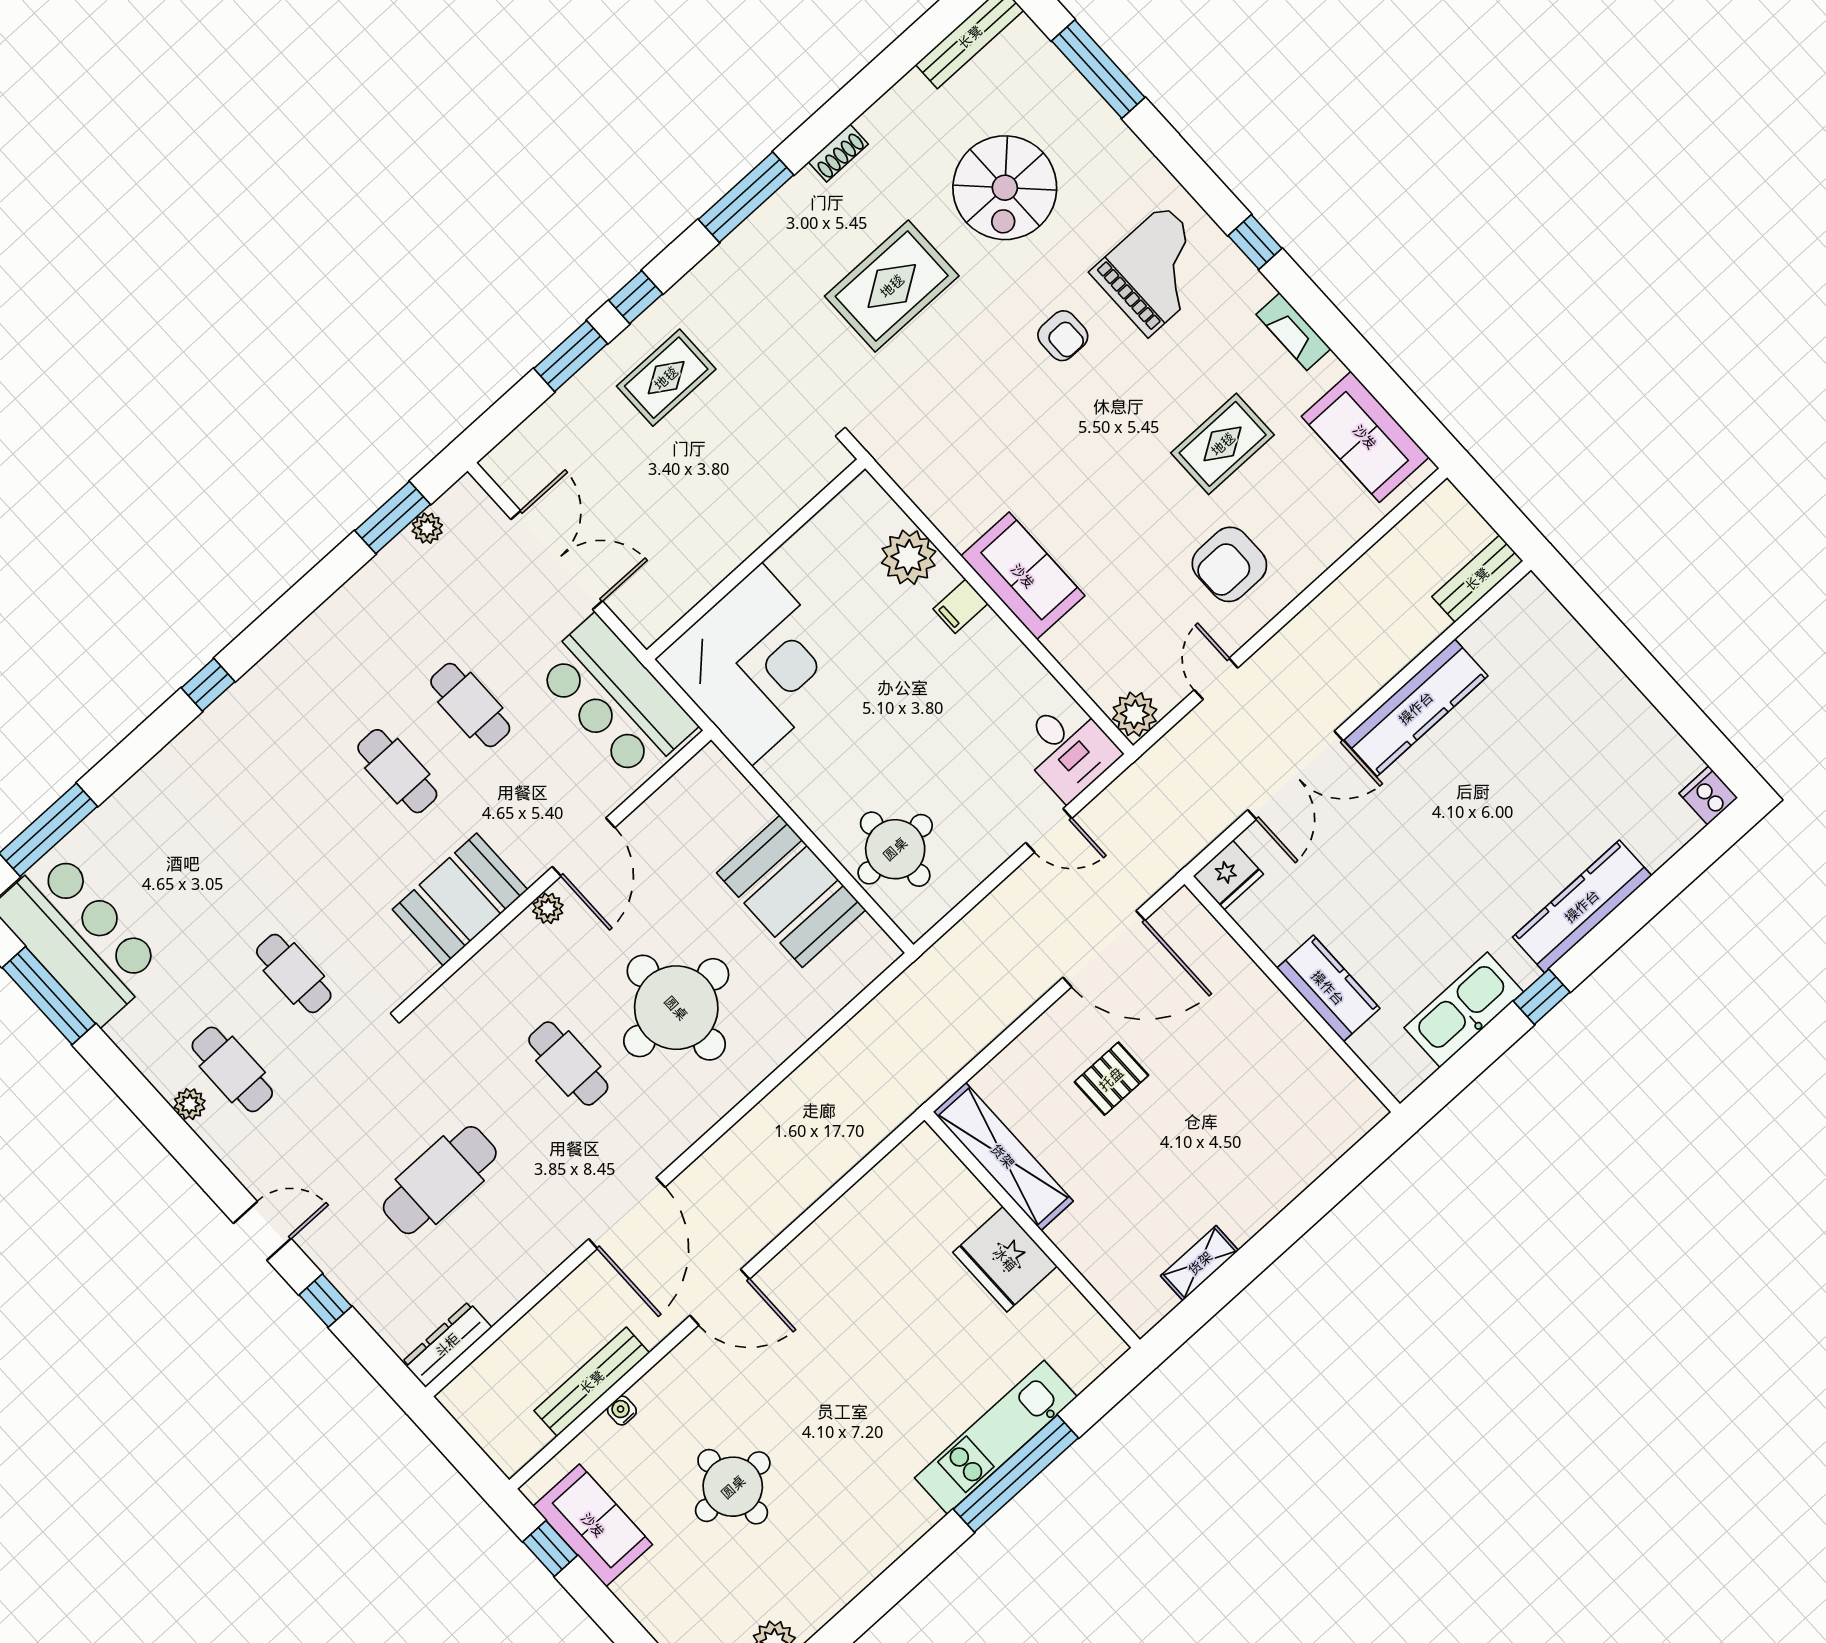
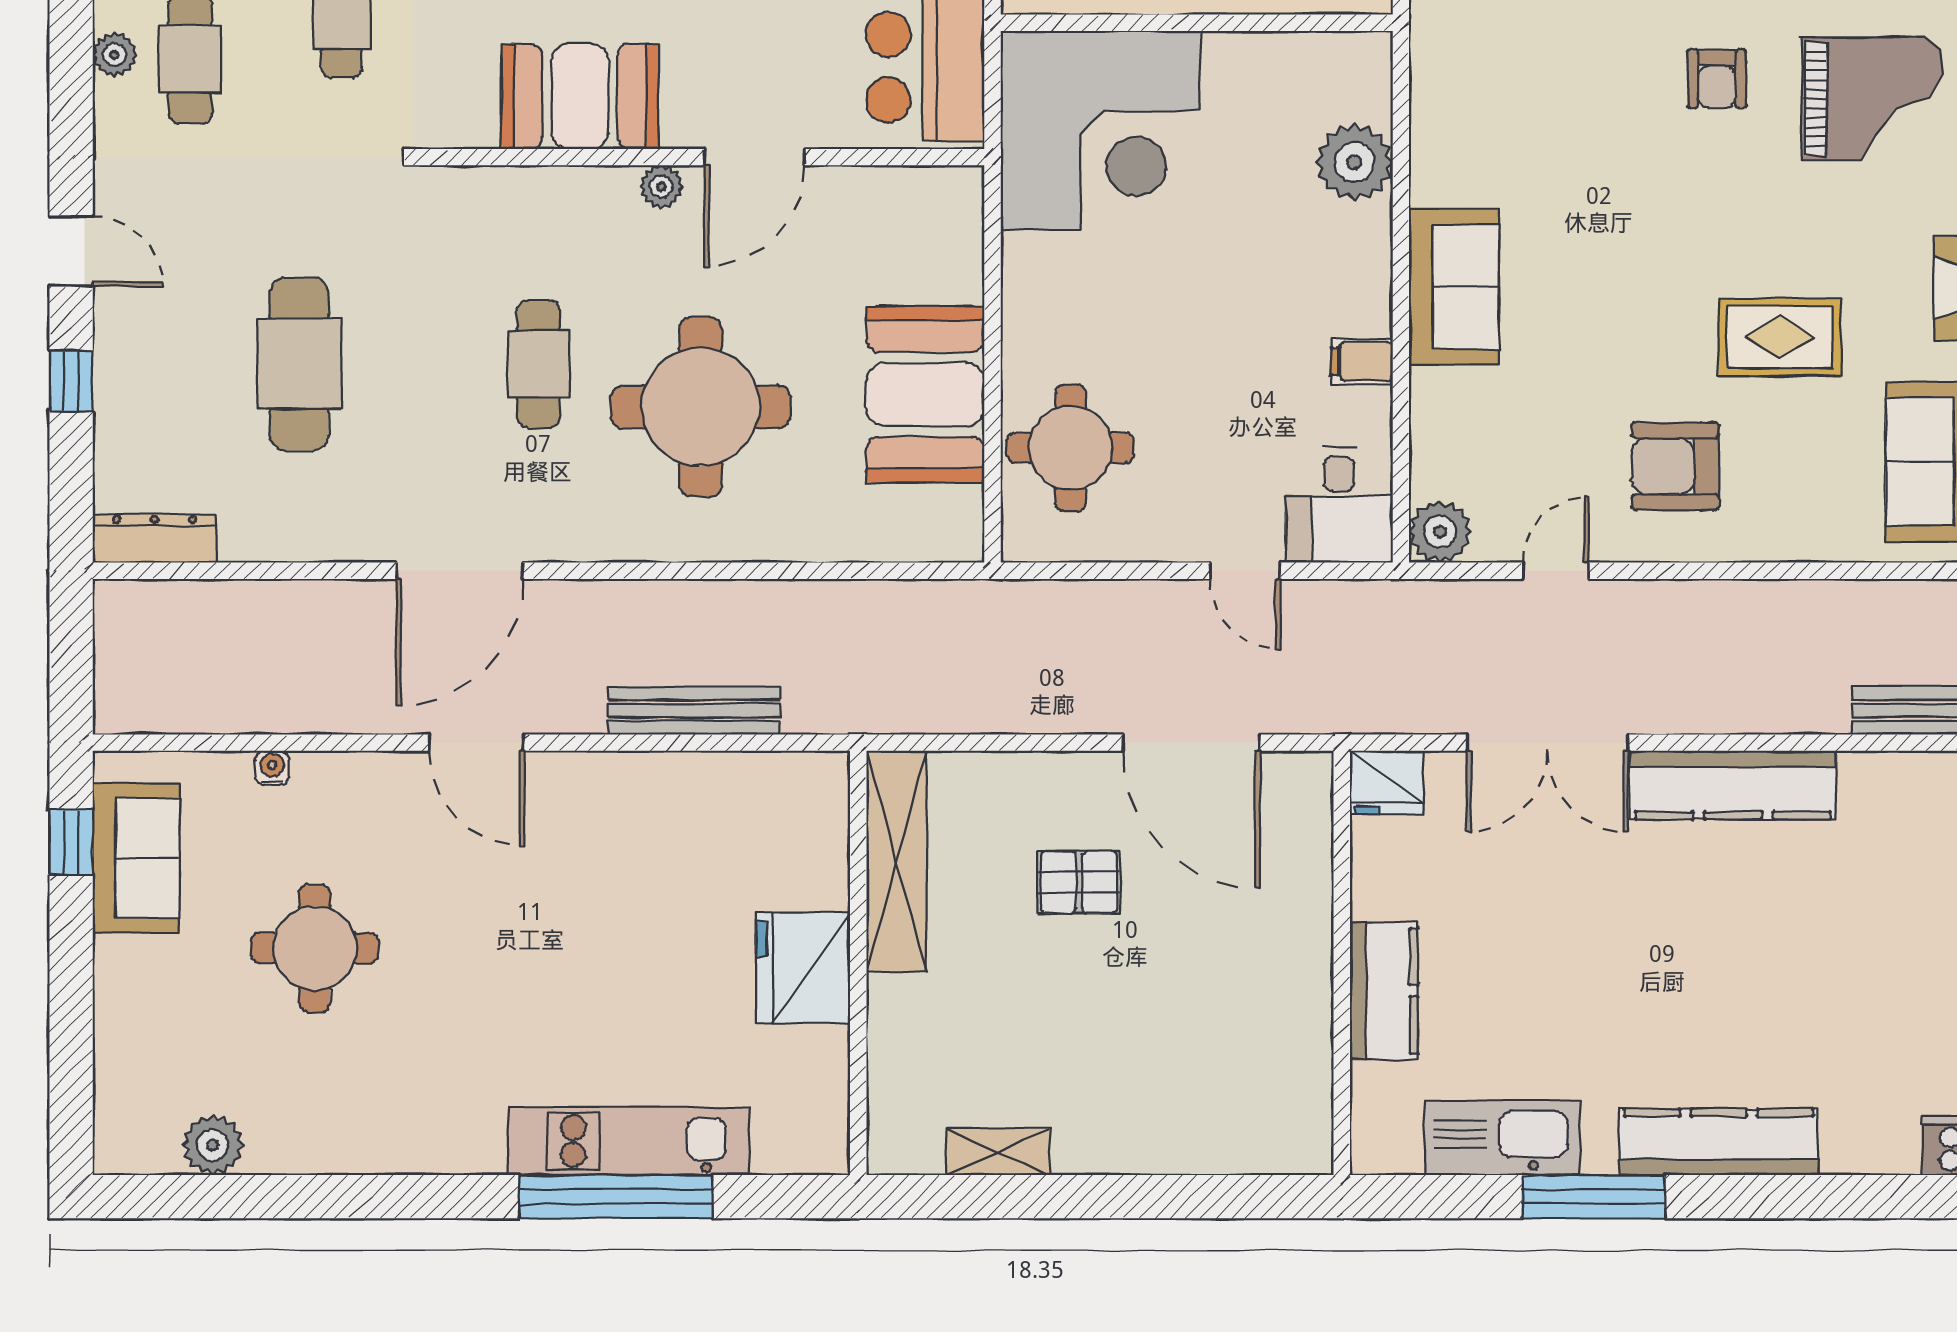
filing cabinet: (961, 606) -> (1362, 362), moved
window: (1542, 997) -> (1594, 1197), width x2.17
cafe table: (440, 1180) -> (299, 364), turned 90
bench: (592, 1382) -> (694, 711), moved

